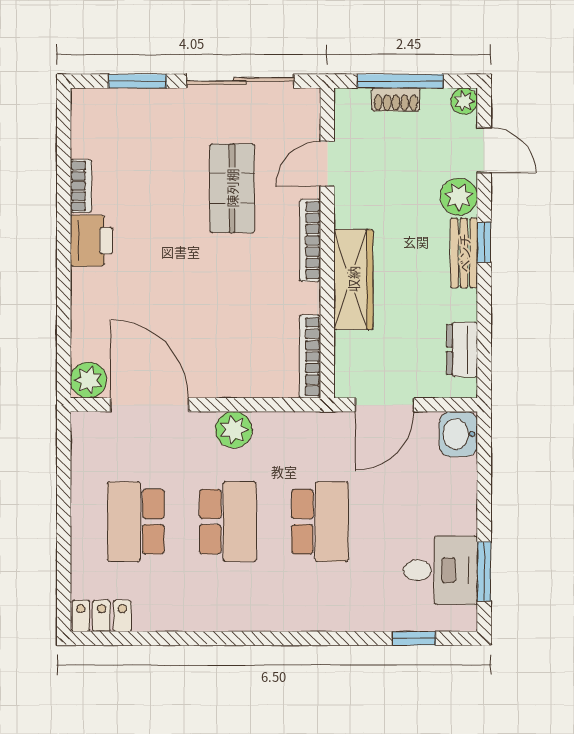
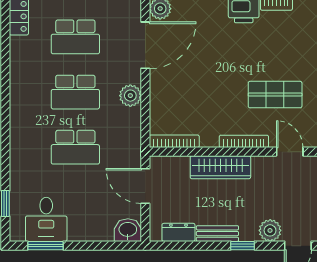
bench: (464, 253) -> (217, 234), moved
school desk: (136, 522) -> (75, 37), turned 180

